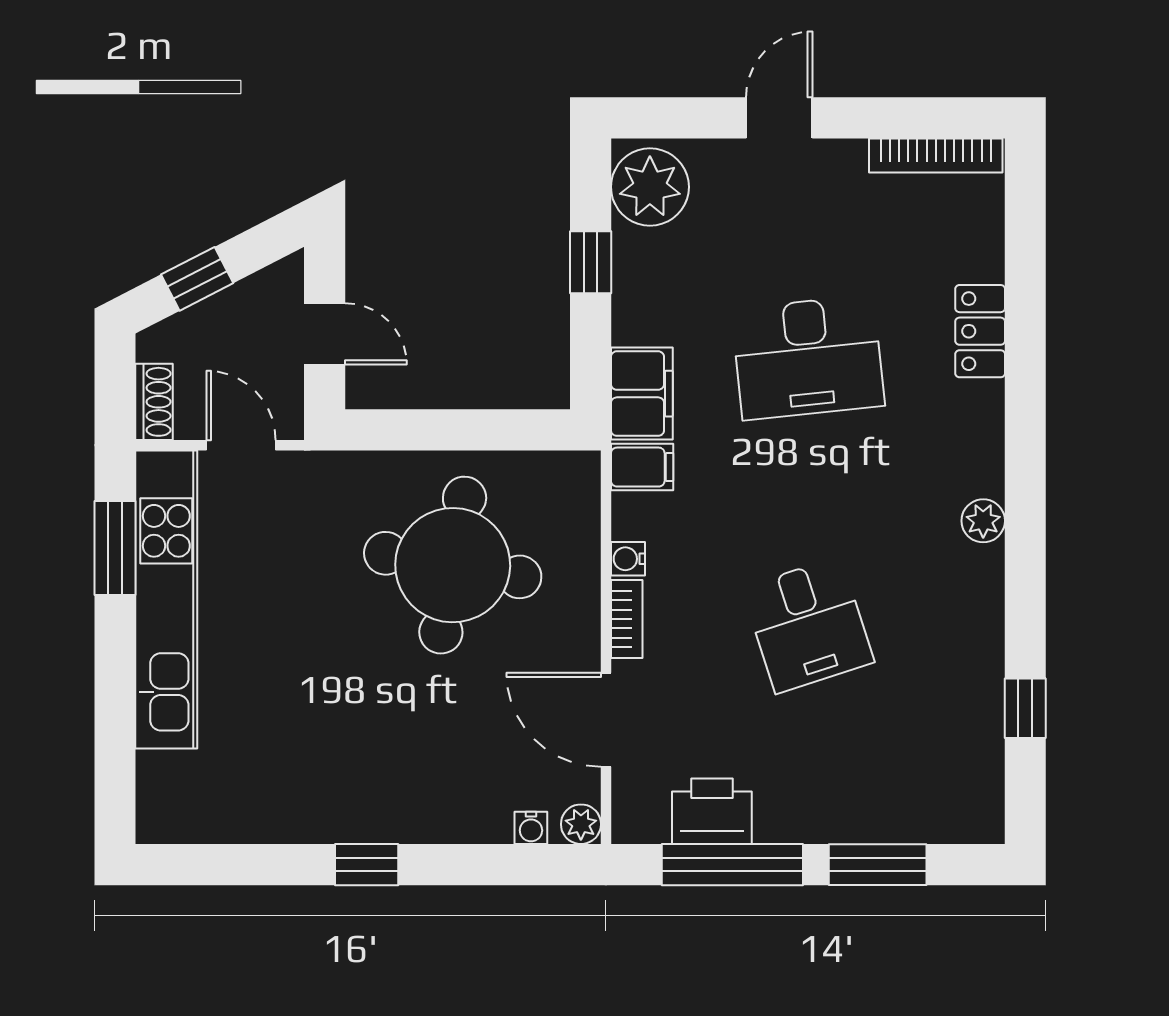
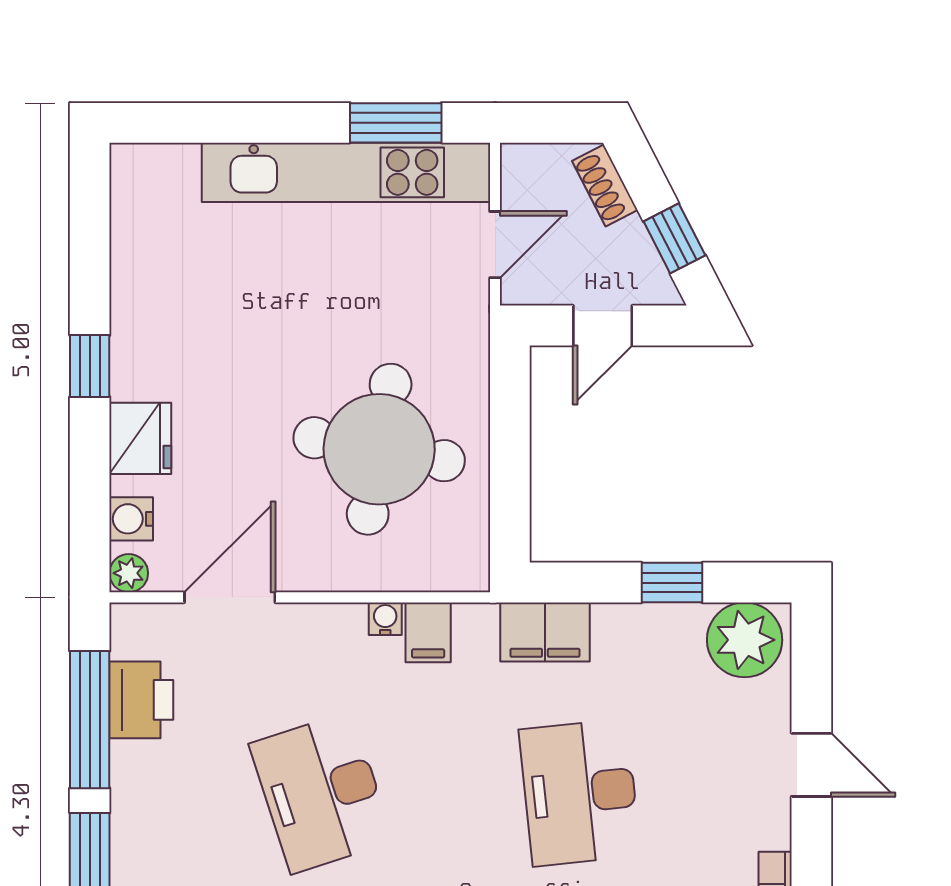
window: (197, 279) -> (674, 238), moved
shoe rack: (154, 402) -> (605, 185), moved, turned 63
filing cabinet: (642, 467) -> (428, 632), moved
bookcase: (627, 619) -> (327, 617), removed
desk: (808, 625) -> (321, 793), width x1.37
fridge: (442, 812) -> (140, 438), added
water cooler: (531, 828) -> (131, 519), width x1.38, depth x1.38

